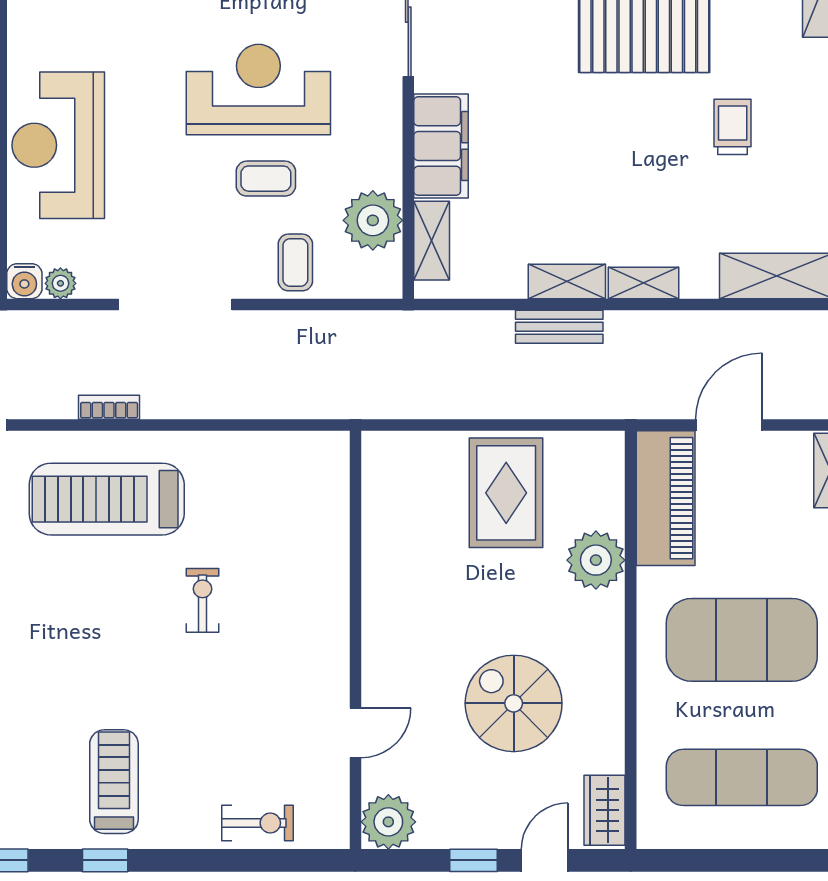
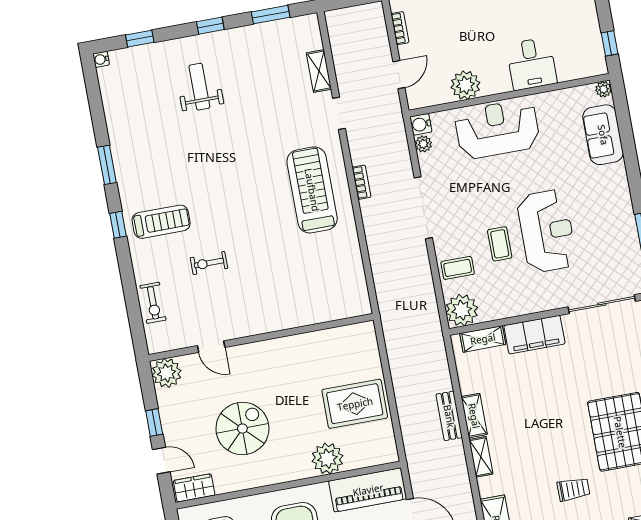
plant: (373, 220) -> (462, 310), moved
exercise bike: (203, 600) -> (209, 263), moved, turned 180

